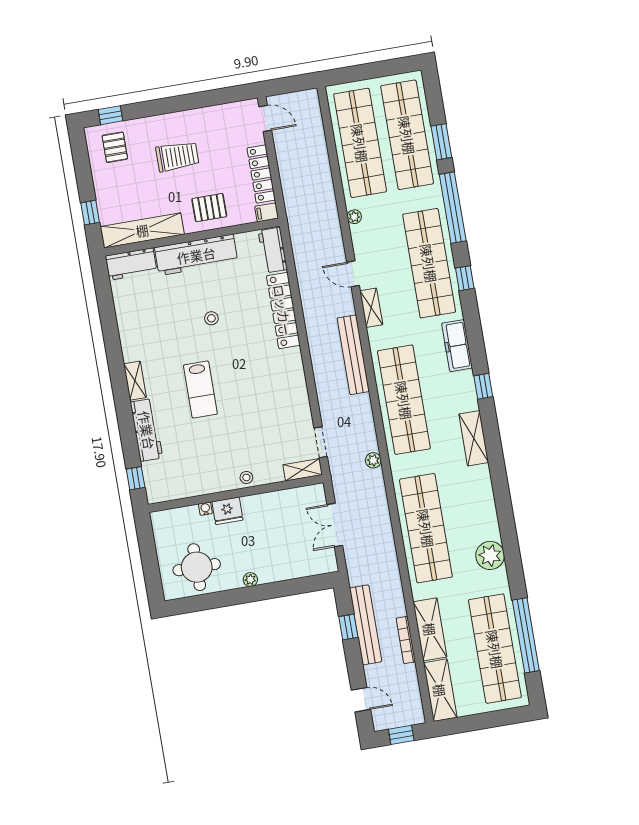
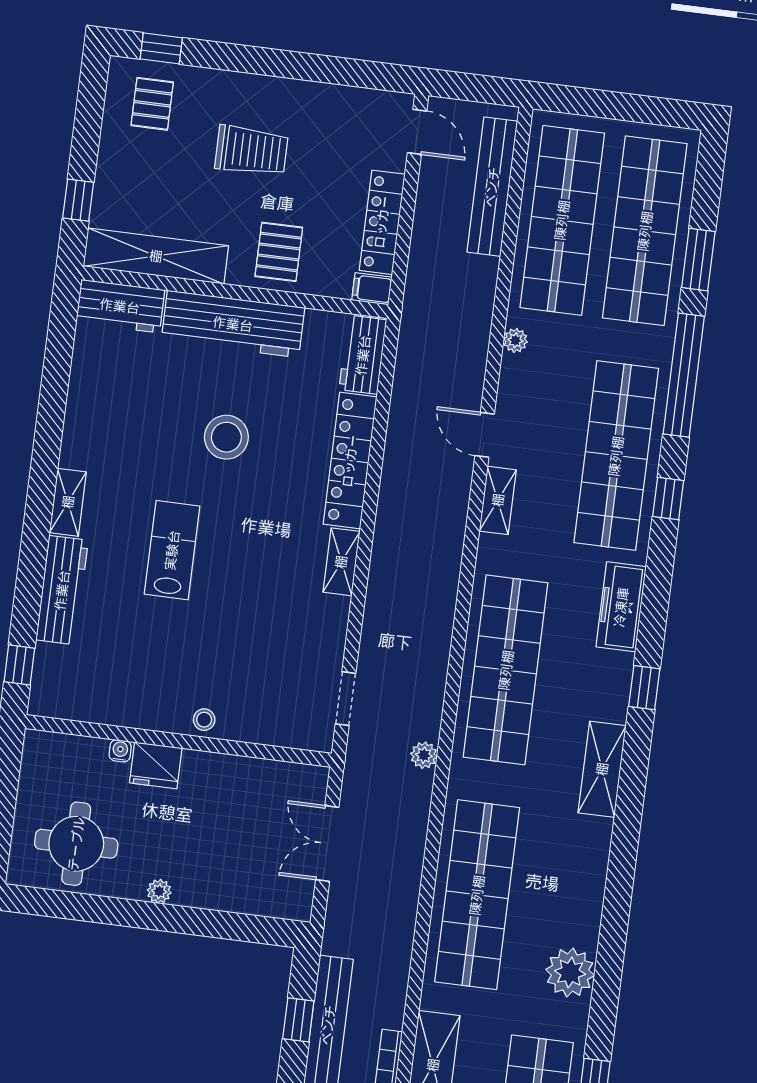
pallet: (209, 208) -> (279, 252), turned 90
stool: (211, 318) -> (226, 437), width x1.89, depth x1.89
bench: (353, 355) -> (492, 187), moved
lab bench: (200, 390) -> (172, 550), turned 180
shelving: (303, 470) -> (341, 562), moved, turned 90

